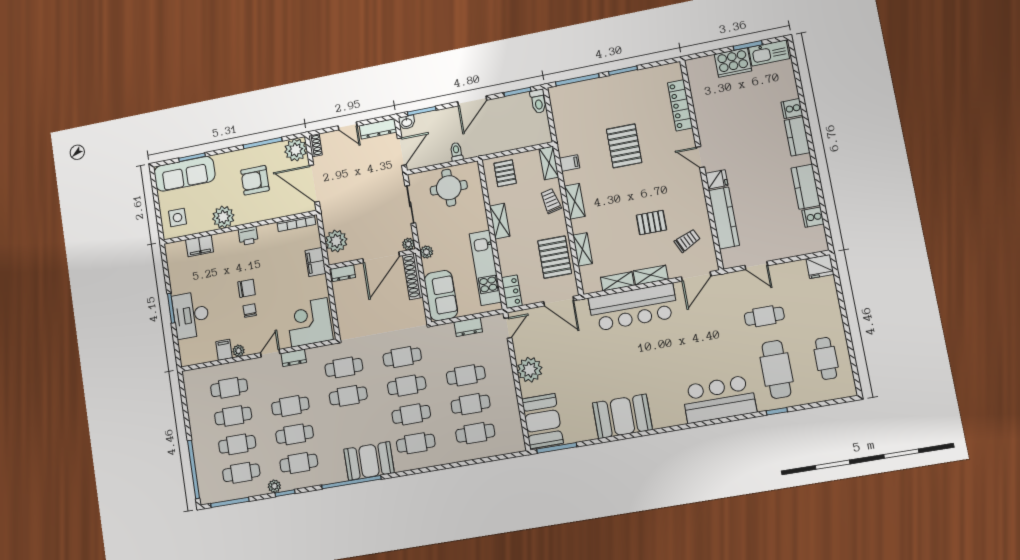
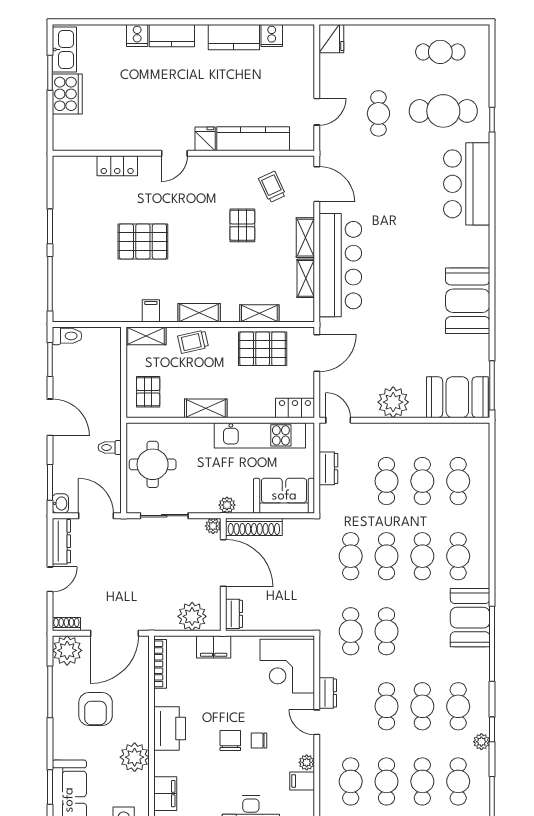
locker: (680, 105) -> (117, 166), width x0.66
pallet: (505, 173) -> (148, 392), turned 90
printer: (248, 236) -> (170, 728), width x1.87, depth x1.48

